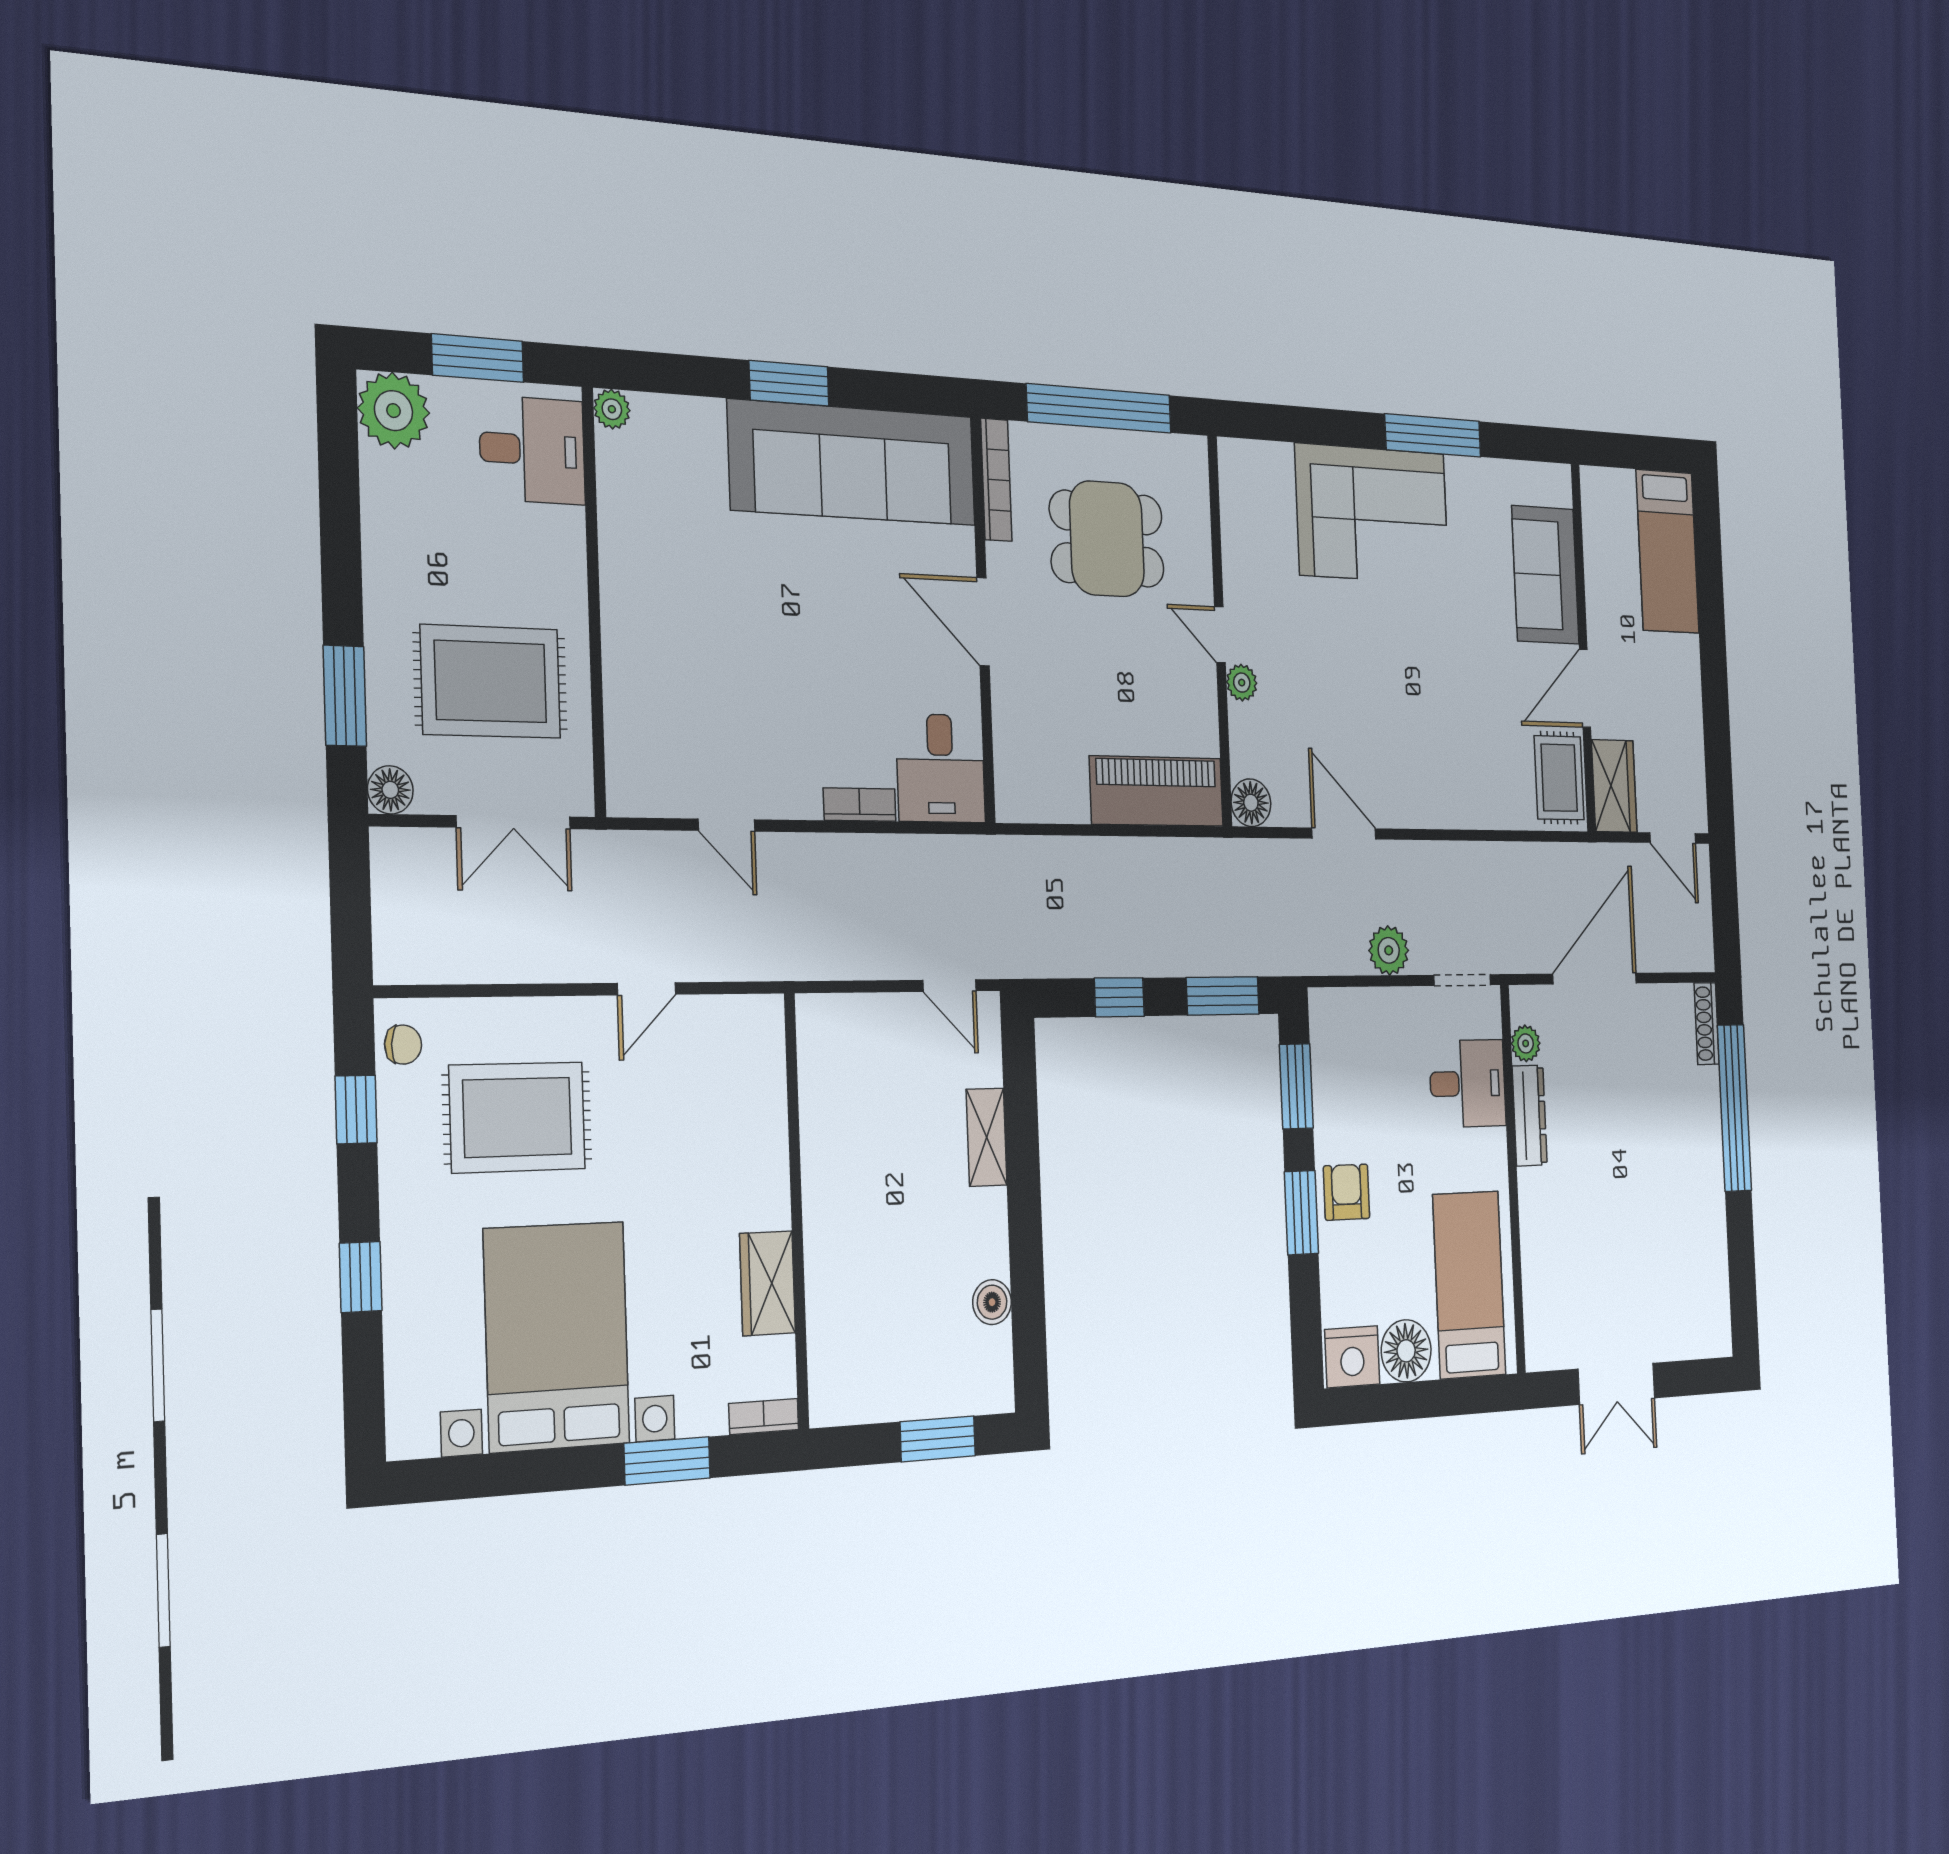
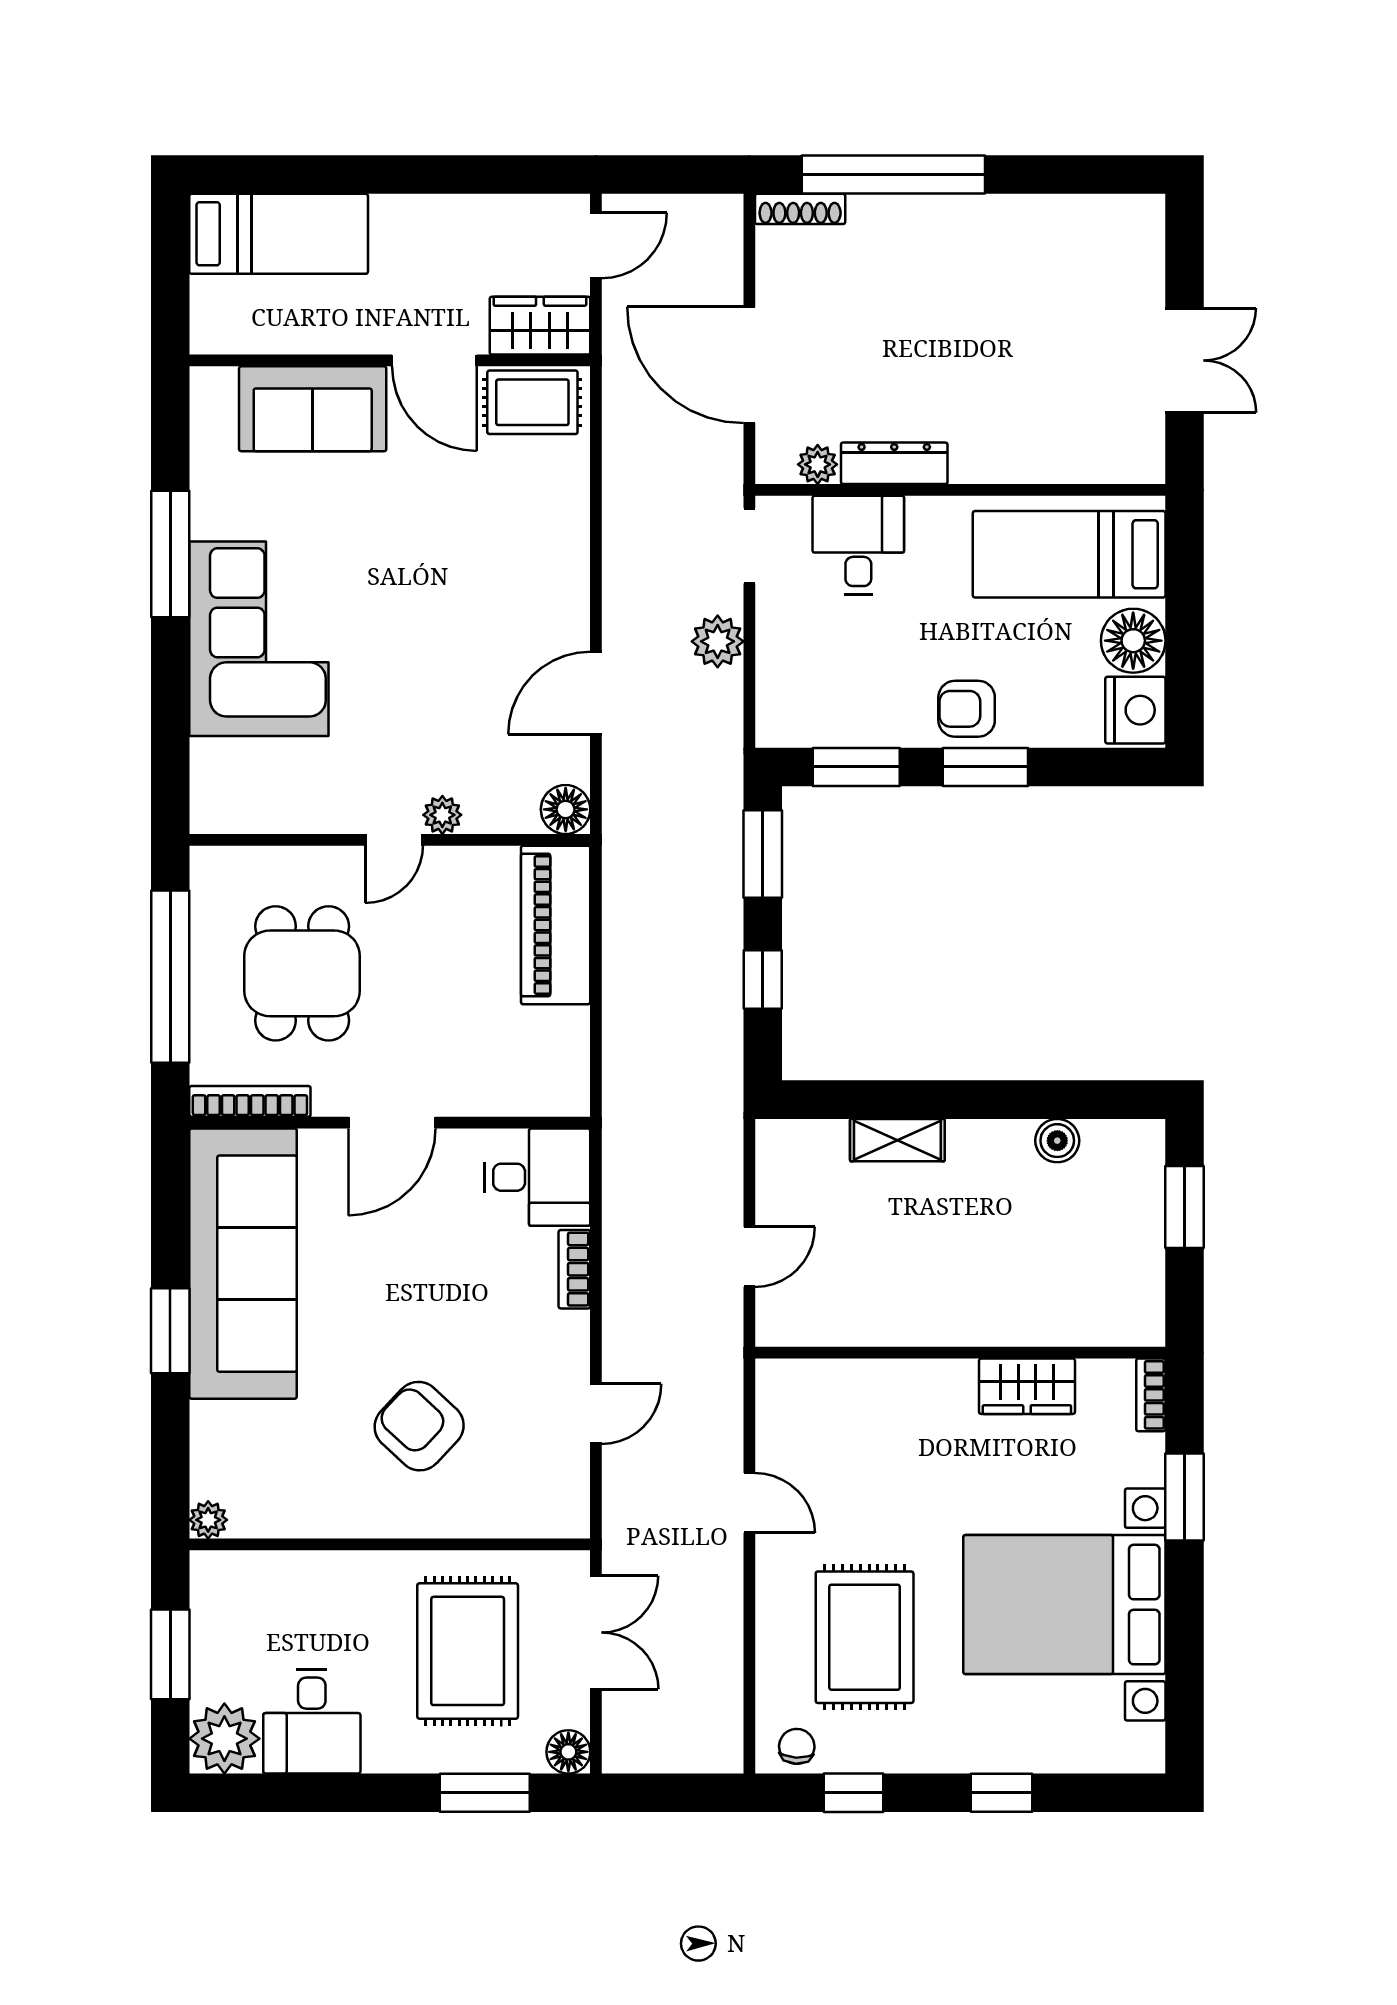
desk: (532, 450) -> (312, 1721), moved, turned 180
armchair: (709, 638) -> (419, 1426), added
door: (949, 986) -> (749, 1257), moved

